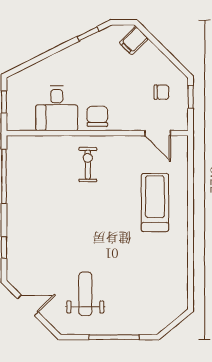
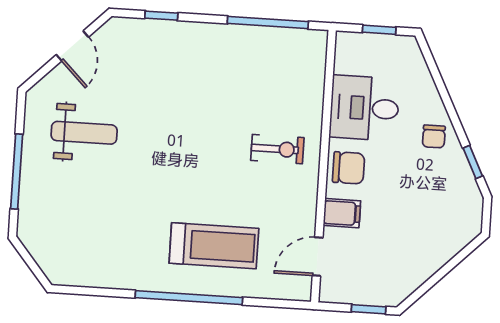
filing cabinet: (134, 41) -> (342, 213), moved, turned 135
chair: (161, 92) -> (434, 136), moved
window: (191, 217) -> (189, 298), added

